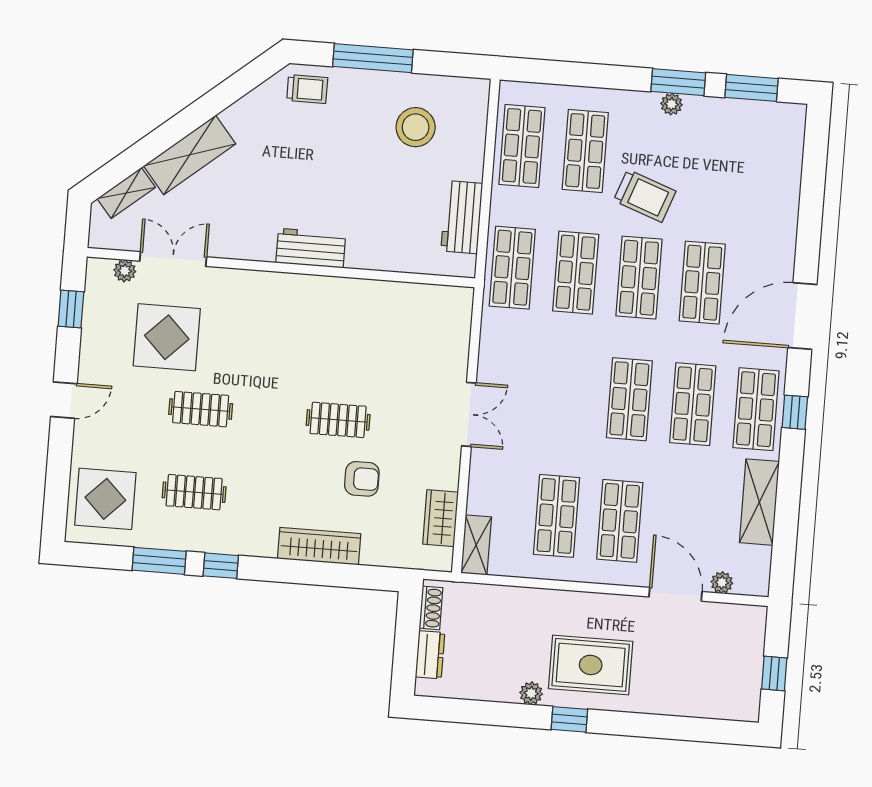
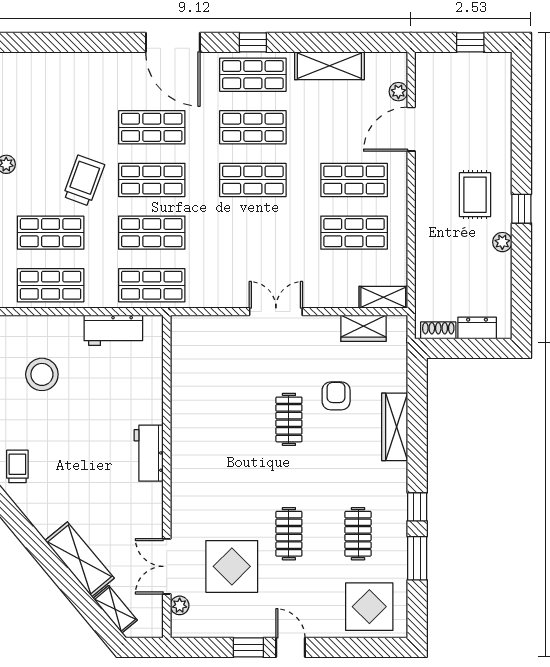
window: (71, 309) -> (248, 647), moved
rug: (591, 665) -> (475, 195), width x0.73, depth x0.70

